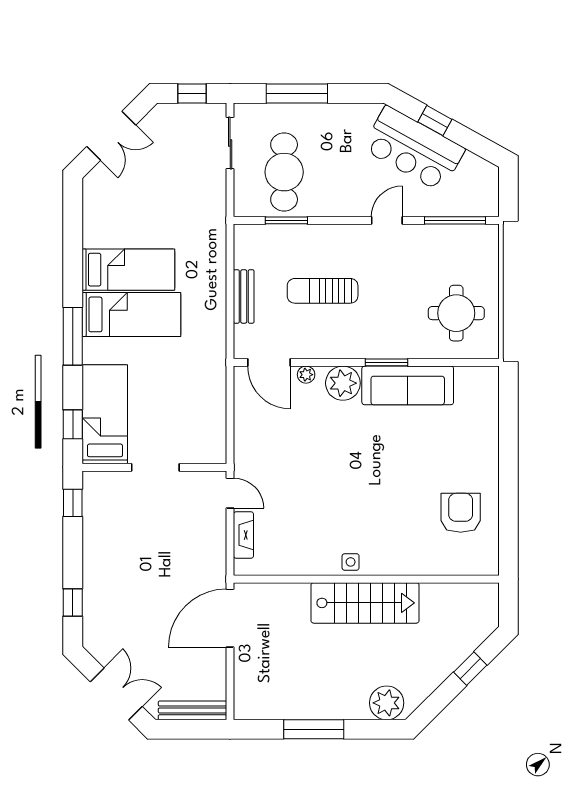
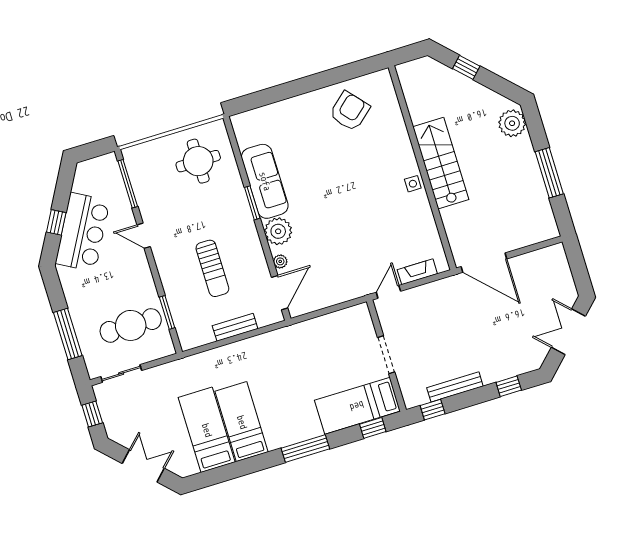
bed: (131, 314) -> (207, 430), moved
armchair: (461, 513) -> (350, 111), turned 139
bench: (192, 710) -> (455, 387), moved, turned 90

